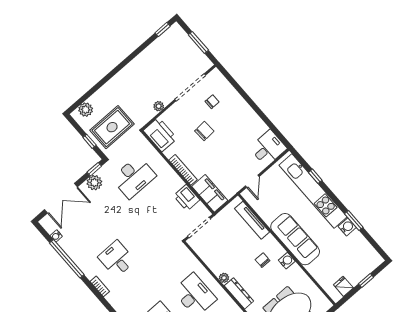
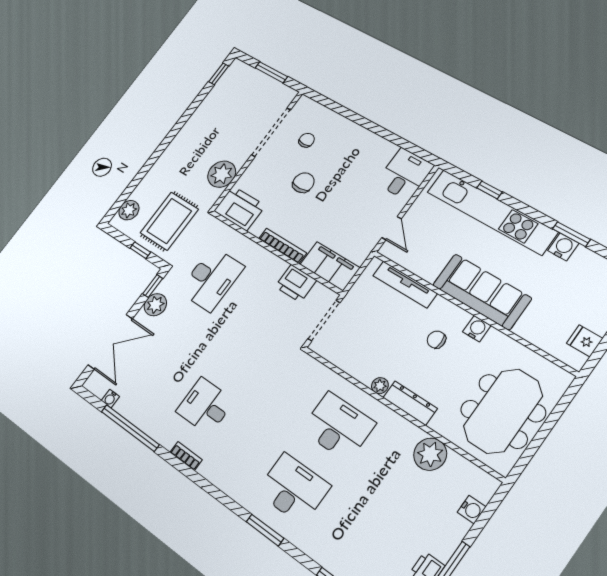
plant: (159, 106) -> (222, 174), width x1.88, depth x1.88

